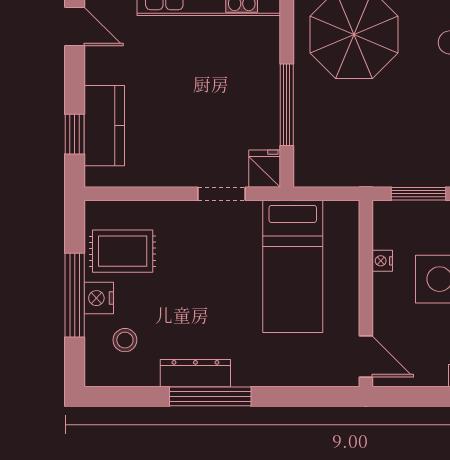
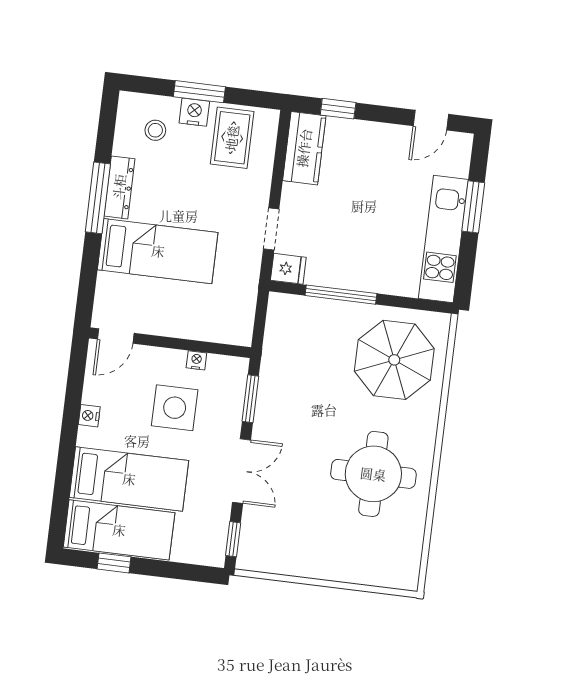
kitchen counter: (104, 126) -> (304, 148), moved, turned -90
bed: (293, 266) -> (158, 251), moved, turned 180
window: (75, 295) -> (199, 92), width x0.69

